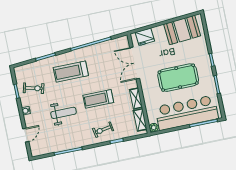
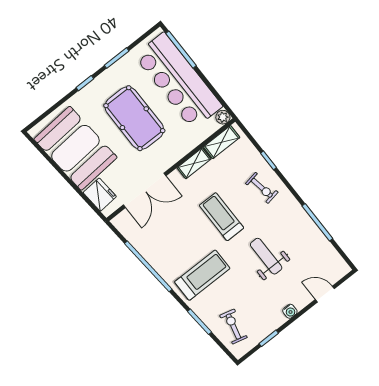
booth: (182, 30) -> (75, 148), width x1.36, depth x1.42
treadmill: (71, 72) -> (202, 275), turned -90
exercise bike: (34, 88) -> (233, 327), moved
treadmill: (98, 99) -> (222, 217), turned 180

